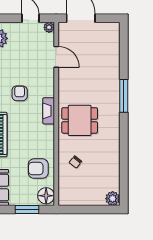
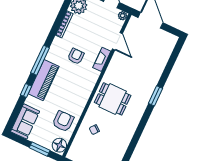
window: (124, 96) -> (156, 96), width x0.69
fireplace: (49, 111) -> (102, 59), moved
armchair: (38, 169) -> (63, 121), turned 90

